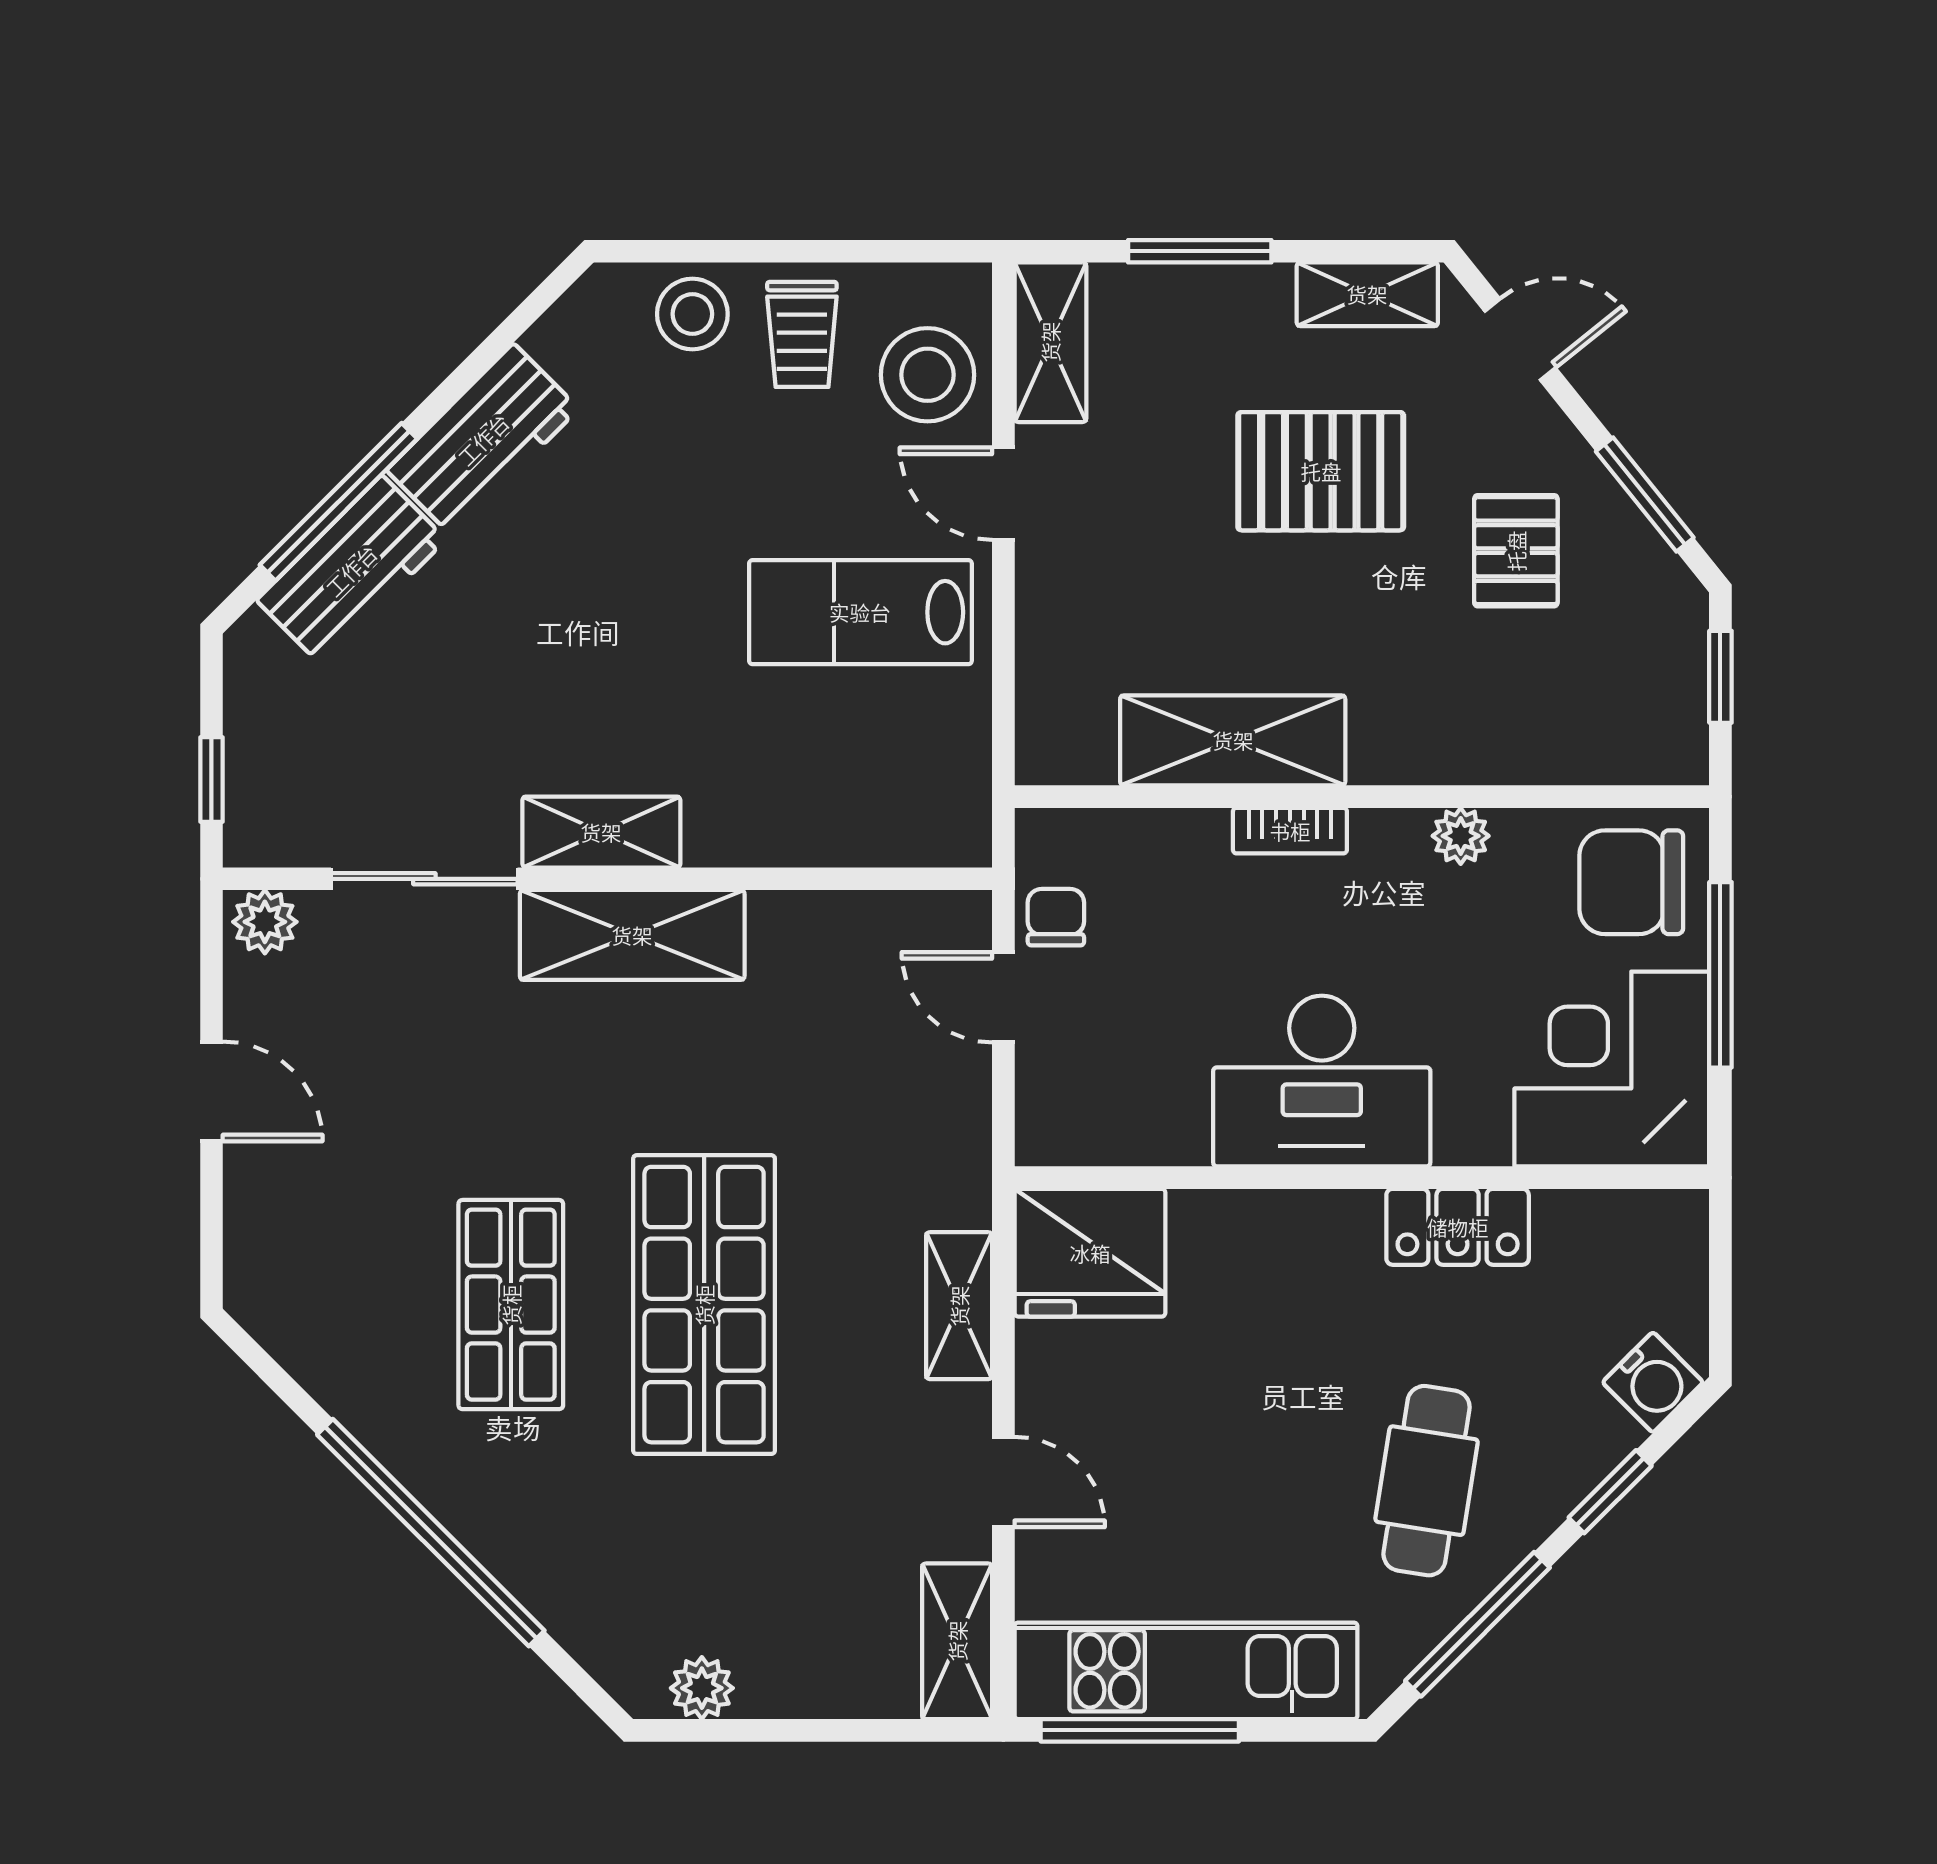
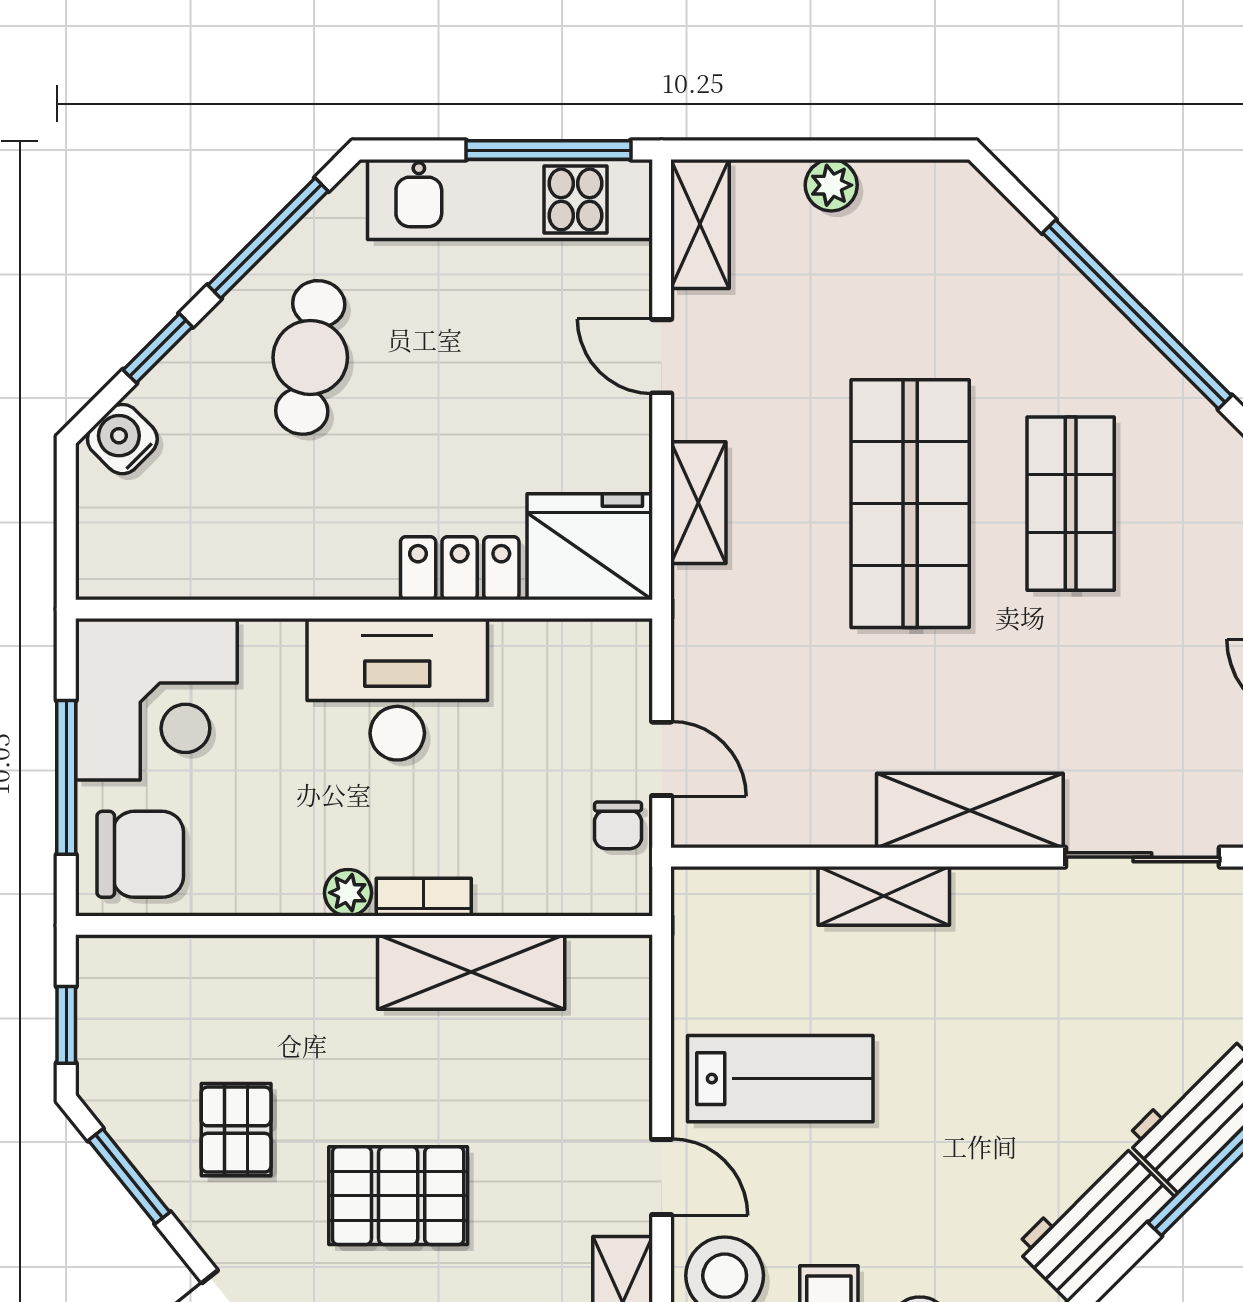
shelving: (601, 832) -> (884, 896), moved
plant: (1461, 836) -> (348, 893), moved
locker: (1458, 1227) -> (460, 568), moved
plant: (702, 1688) -> (831, 185), moved

